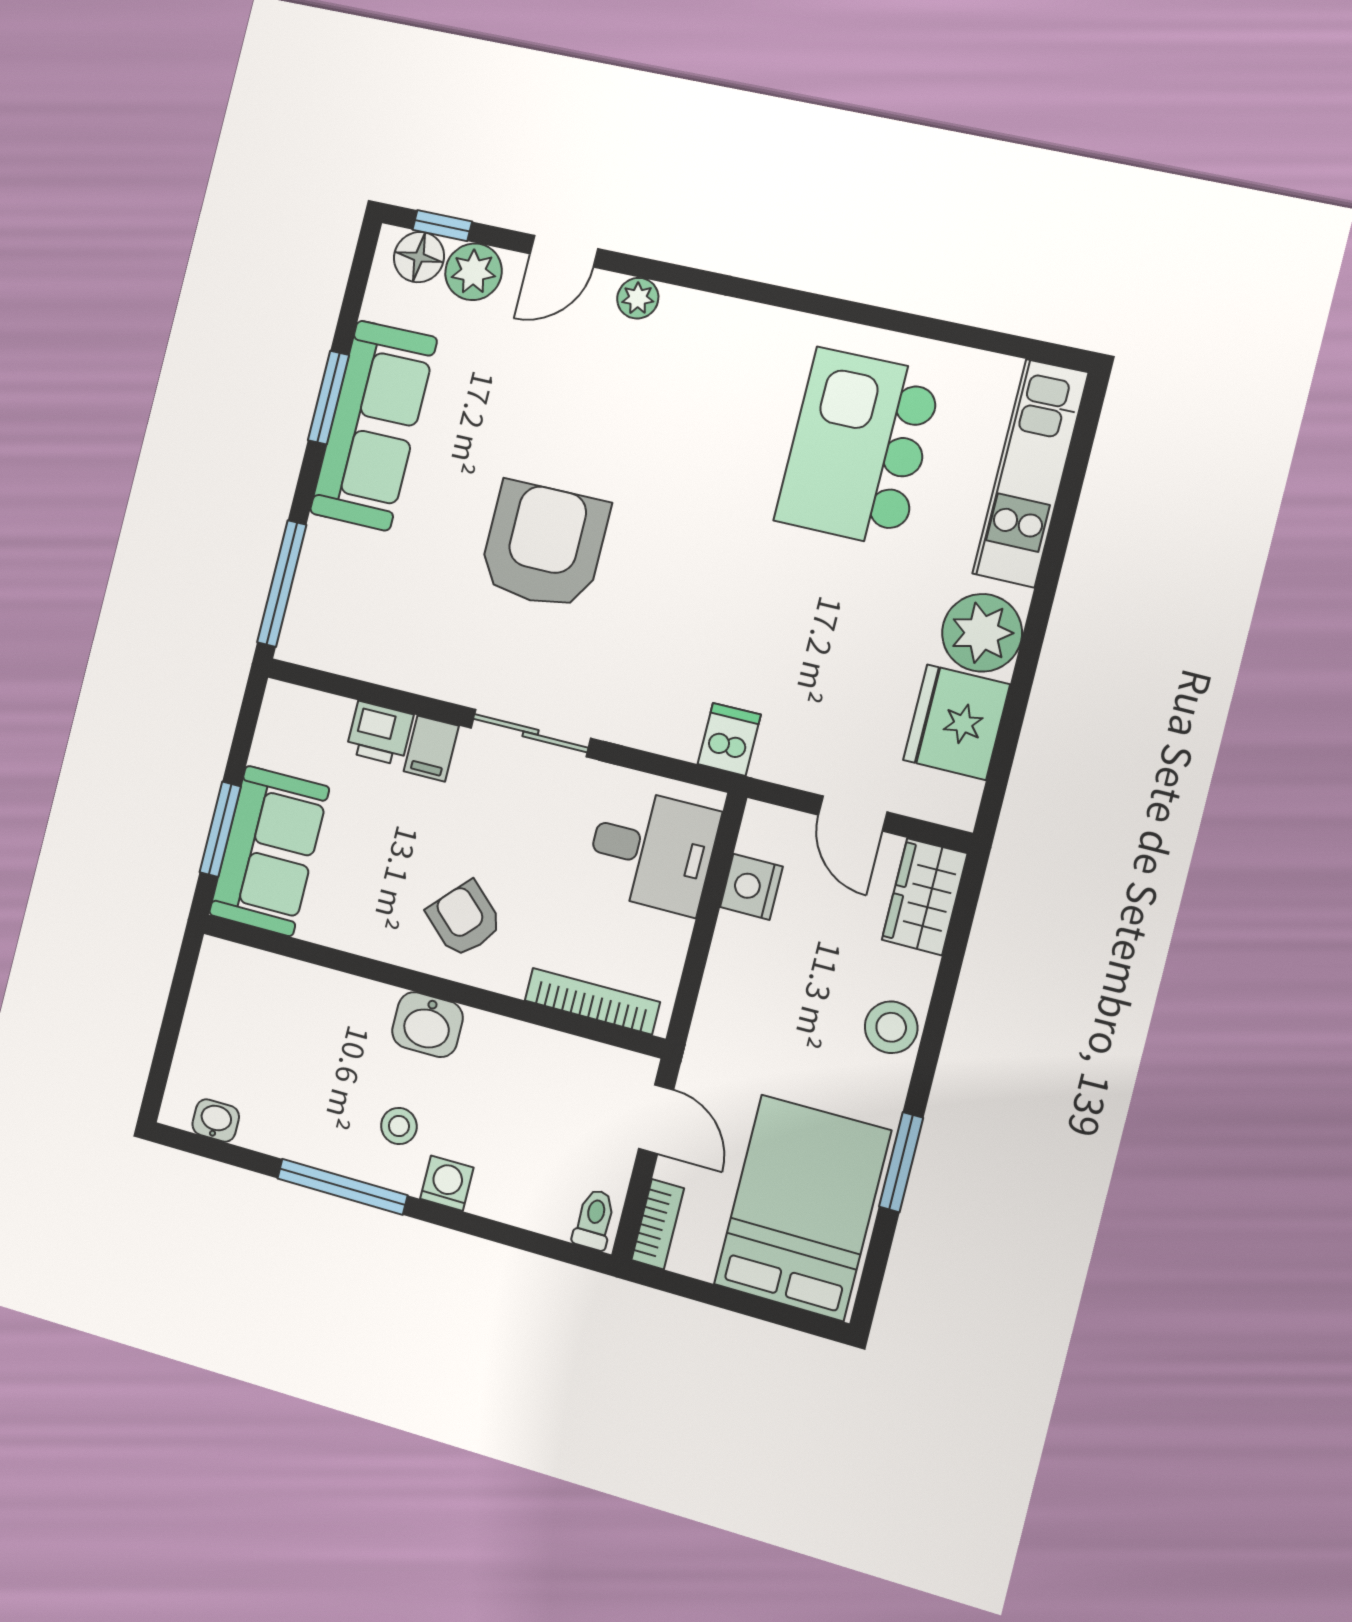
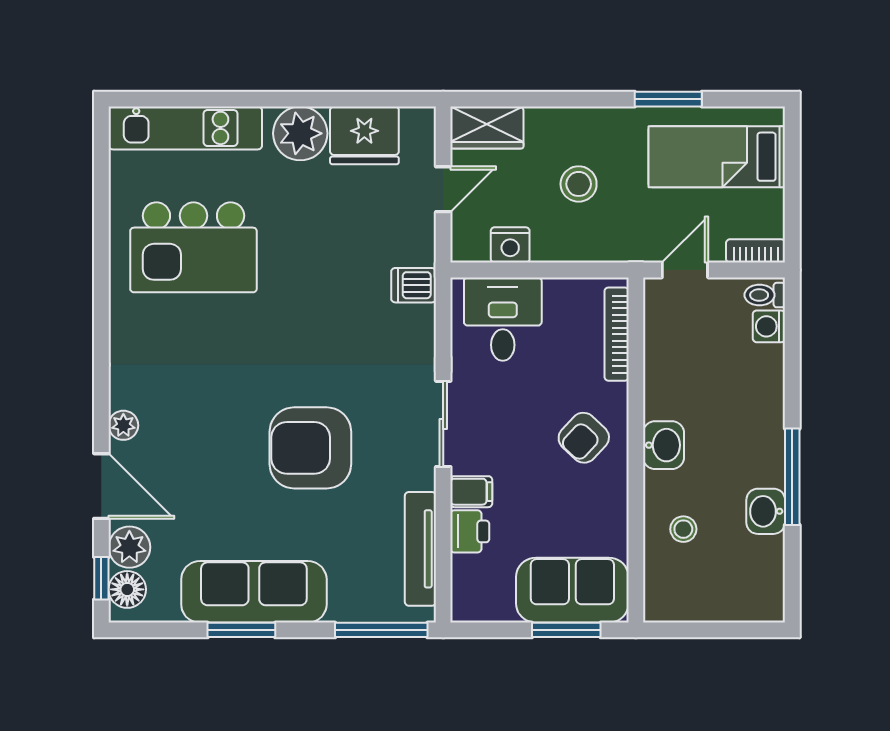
door: (564, 251) -> (101, 486), width x1.38
tv unit: (373, 661) -> (420, 549), added
stool: (891, 1027) -> (579, 184), moved
washbasin: (216, 1120) -> (766, 511), moved, width x1.38, depth x1.45
stool: (399, 1126) -> (683, 529), moved
washing machine: (447, 1183) -> (769, 326), moved
bed: (802, 1208) -> (717, 157), width x0.67

